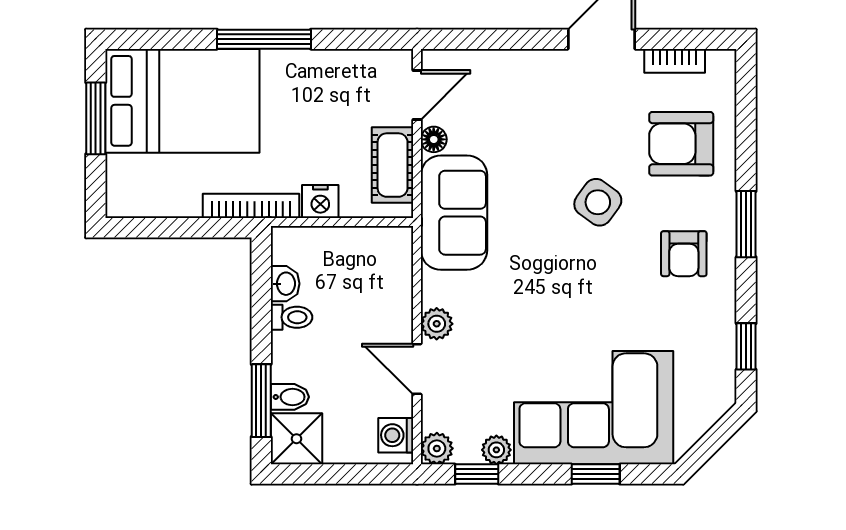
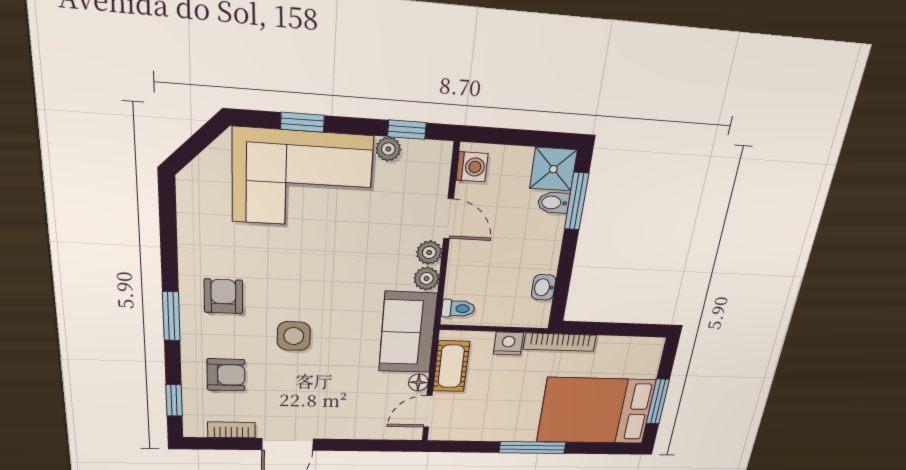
armchair: (681, 144) -> (226, 375), width x0.72, depth x0.72
side table: (598, 202) -> (294, 336), turned -36
toilet: (292, 317) -> (458, 308), moved, turned 180
window: (746, 346) -> (174, 400), moved
plant: (437, 448) -> (426, 278), moved

